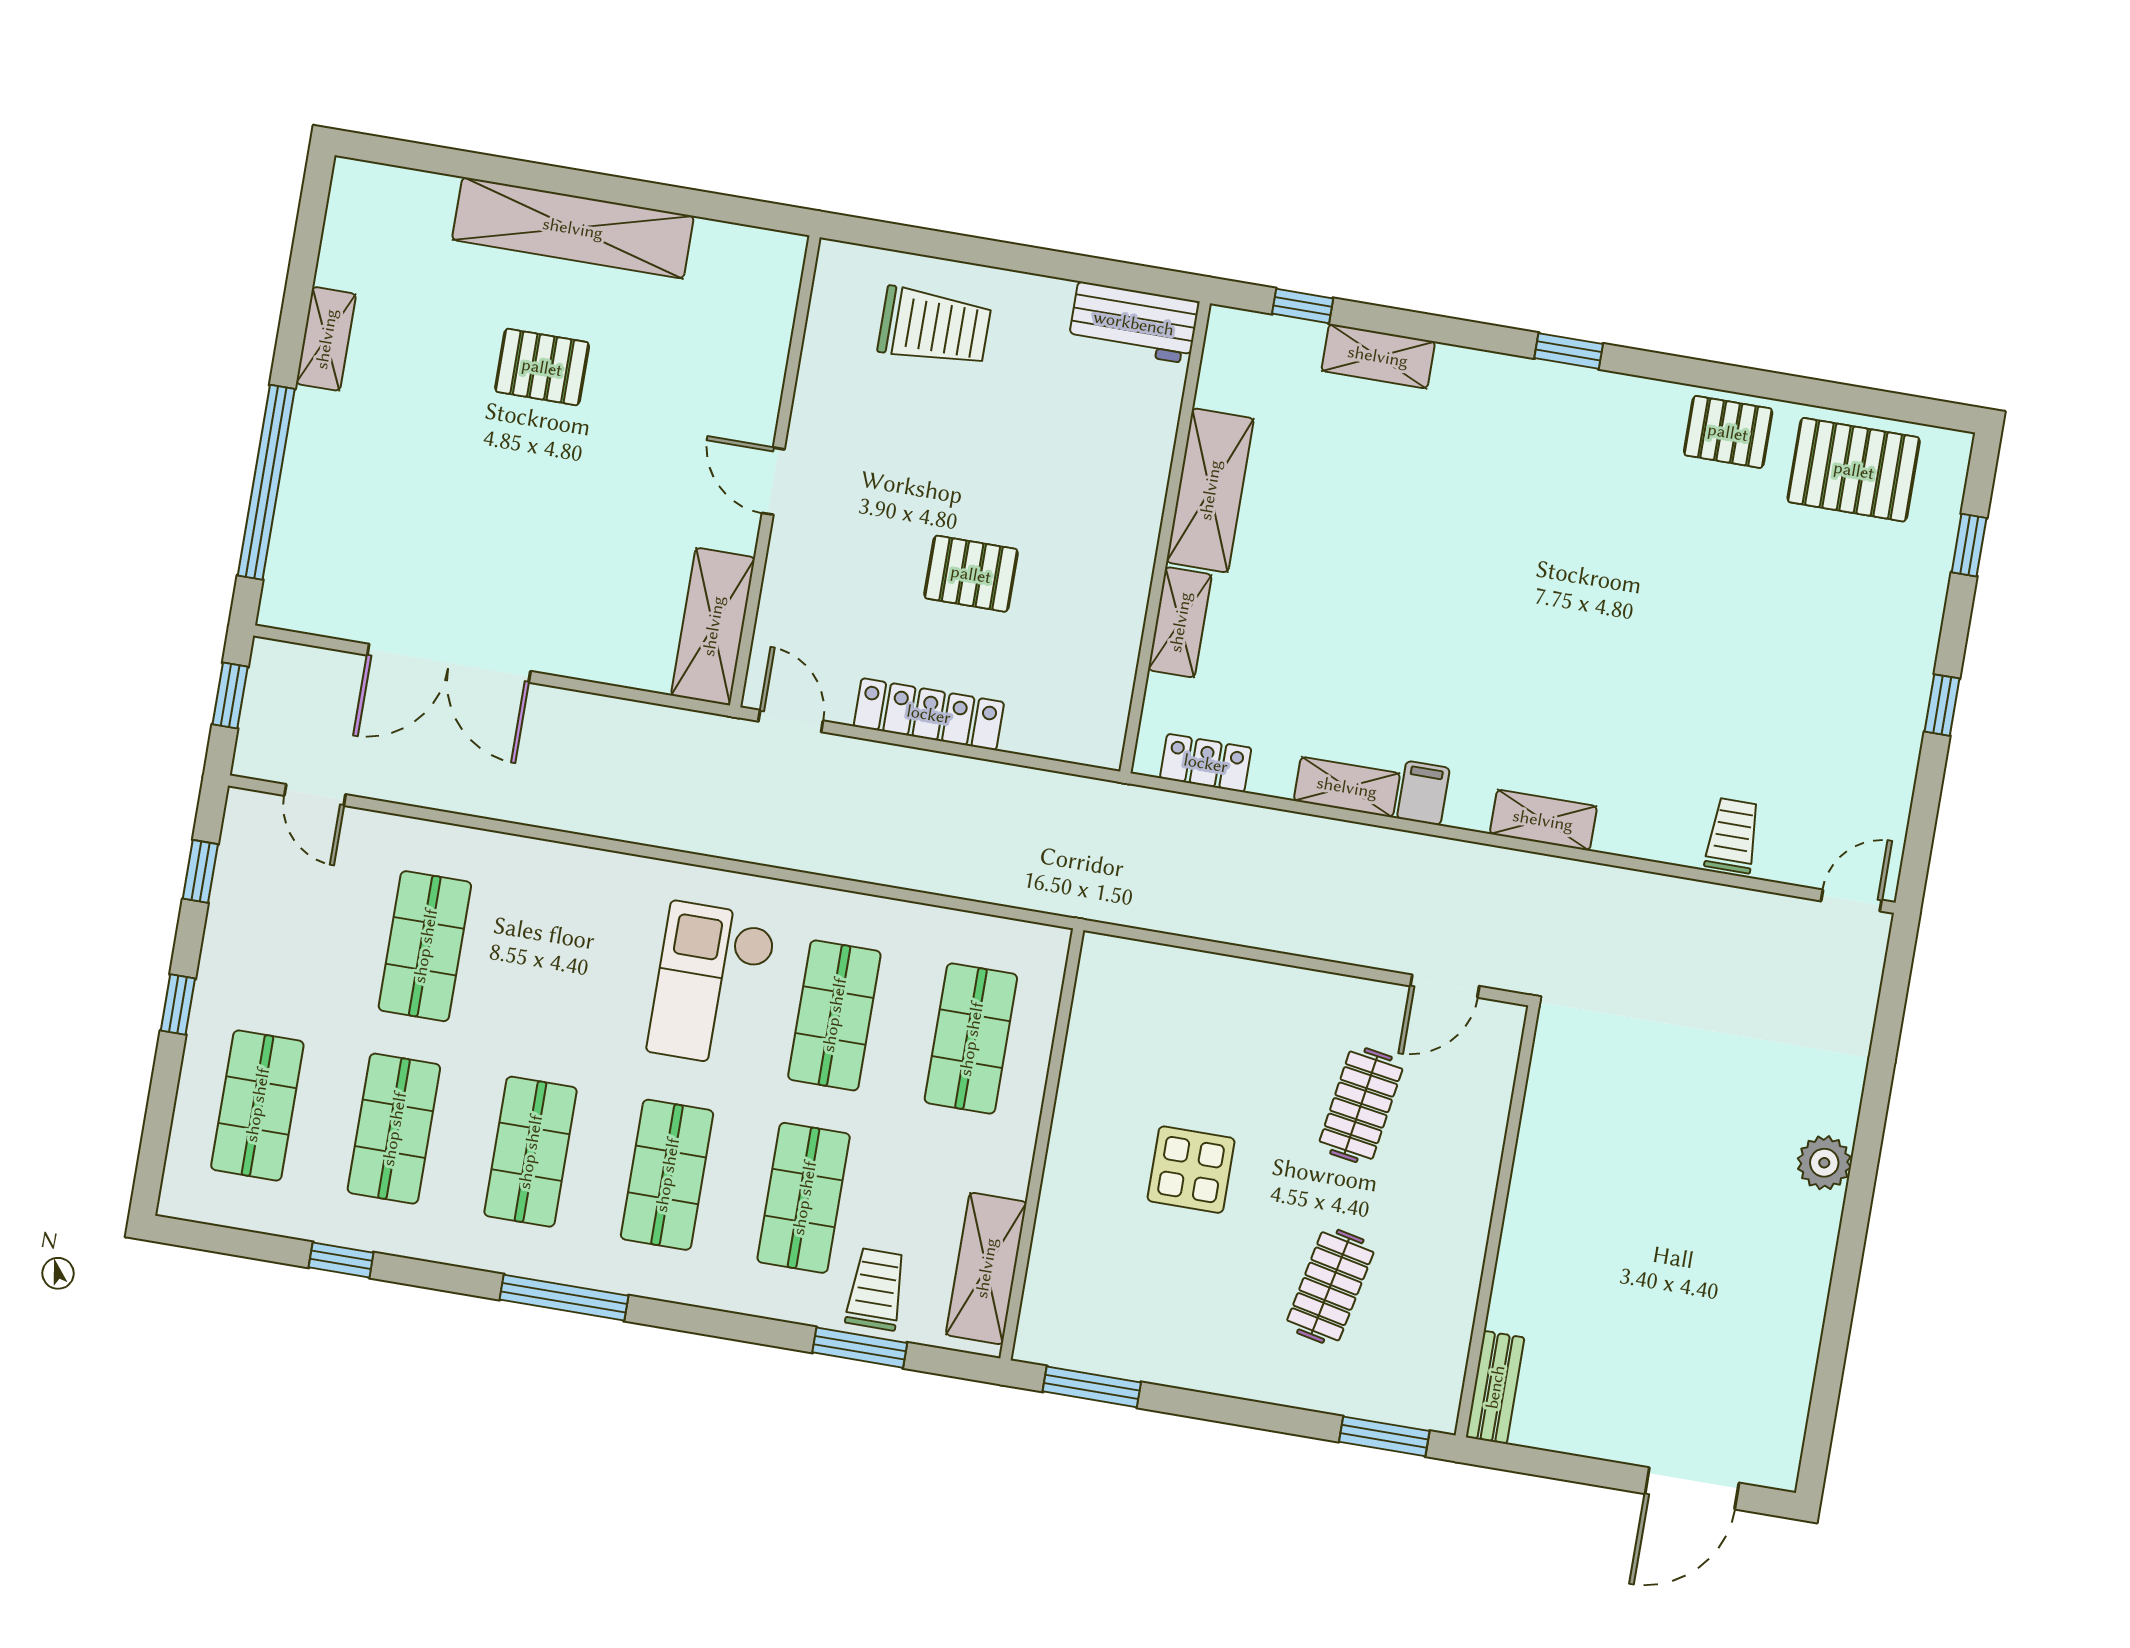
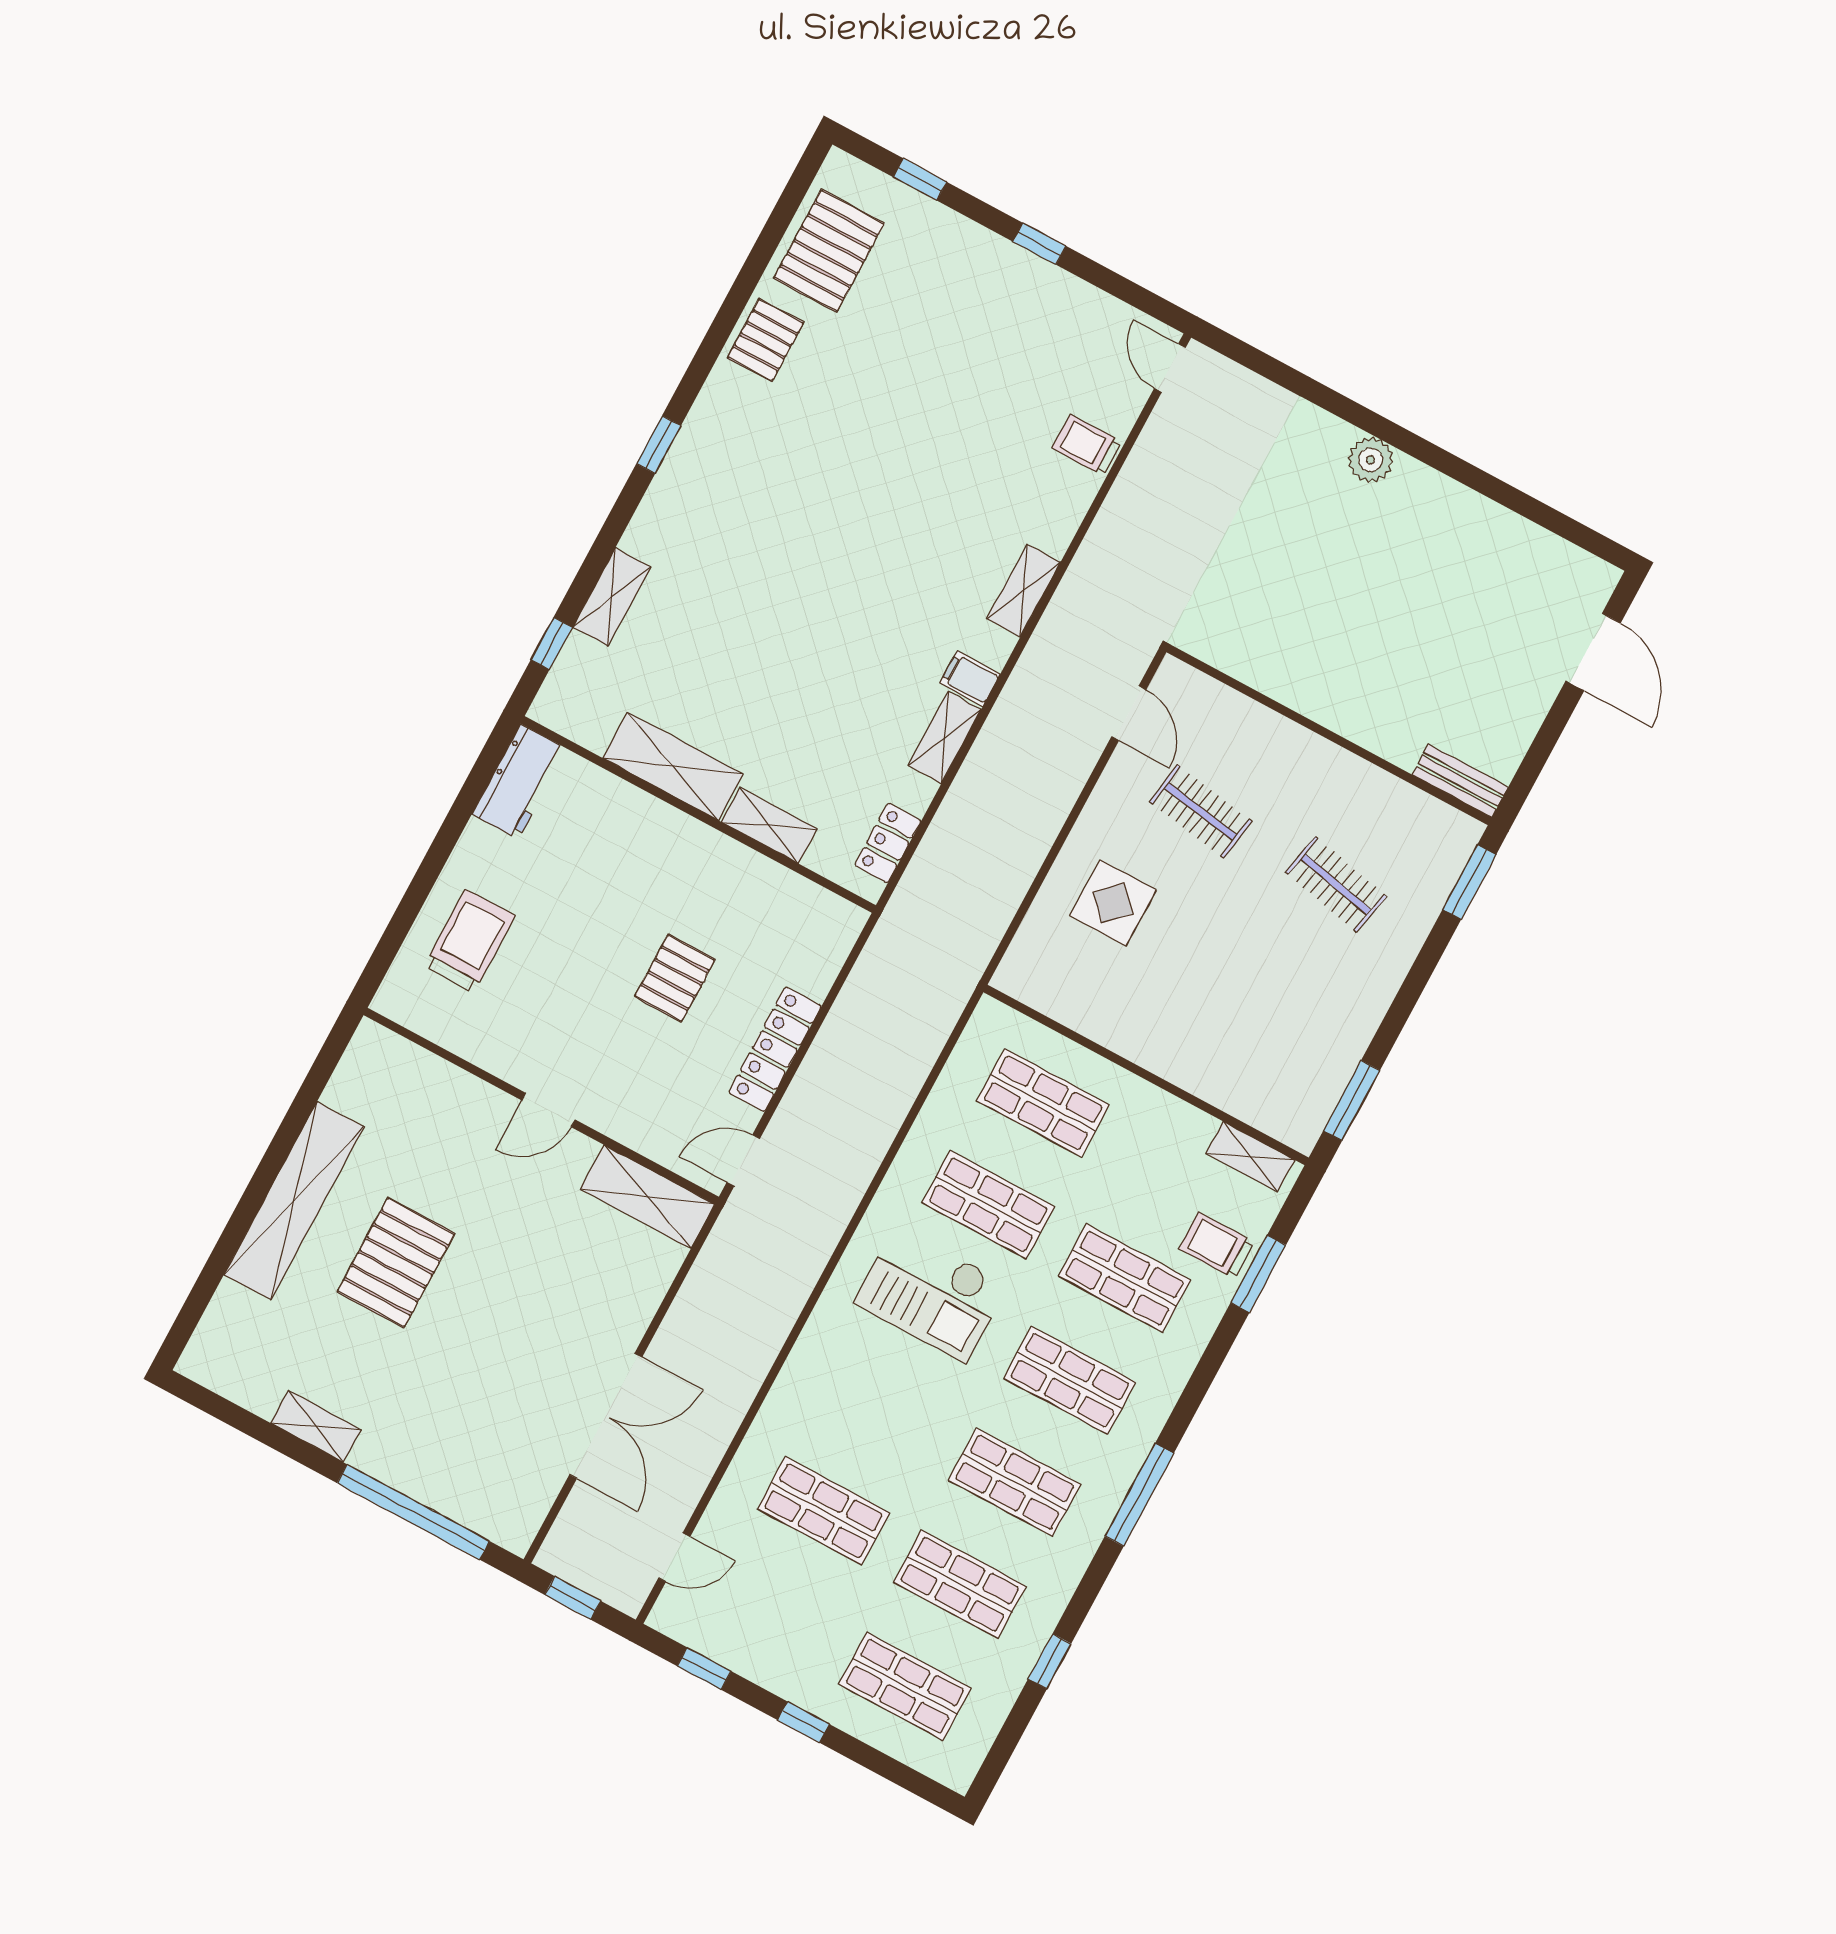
pallet: (542, 367) -> (396, 1263), width x1.50, depth x1.42
display table: (1191, 1170) -> (1113, 903), moved
shelving: (986, 1268) -> (1250, 1157), width x0.67, depth x0.75

